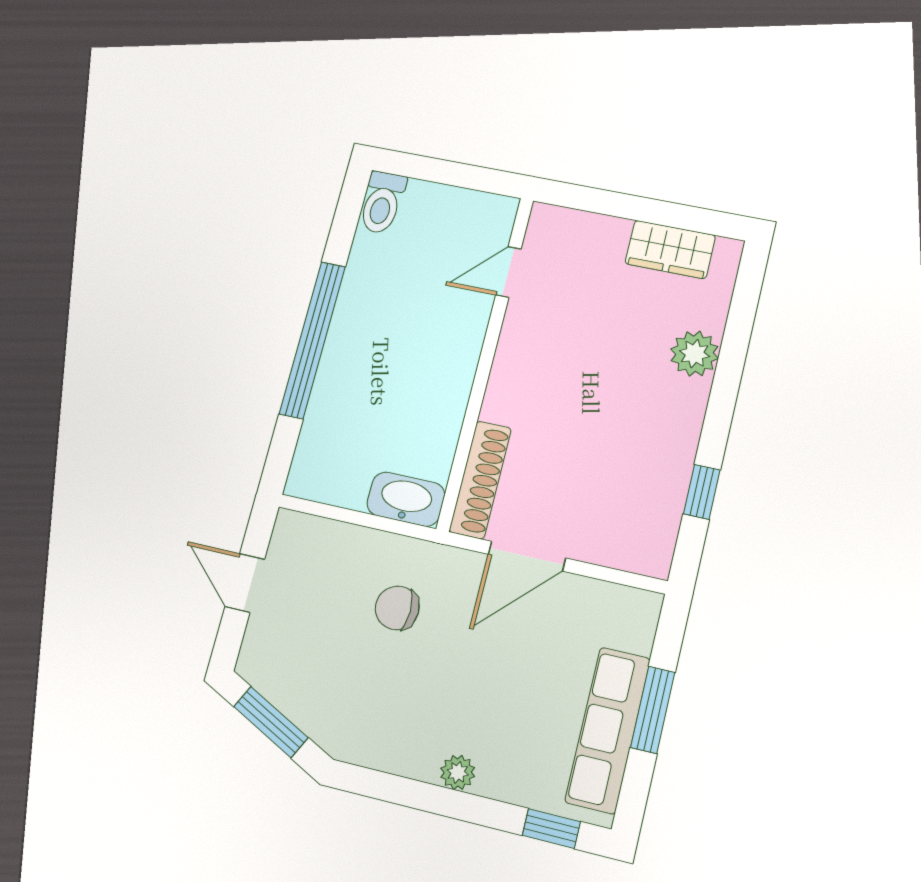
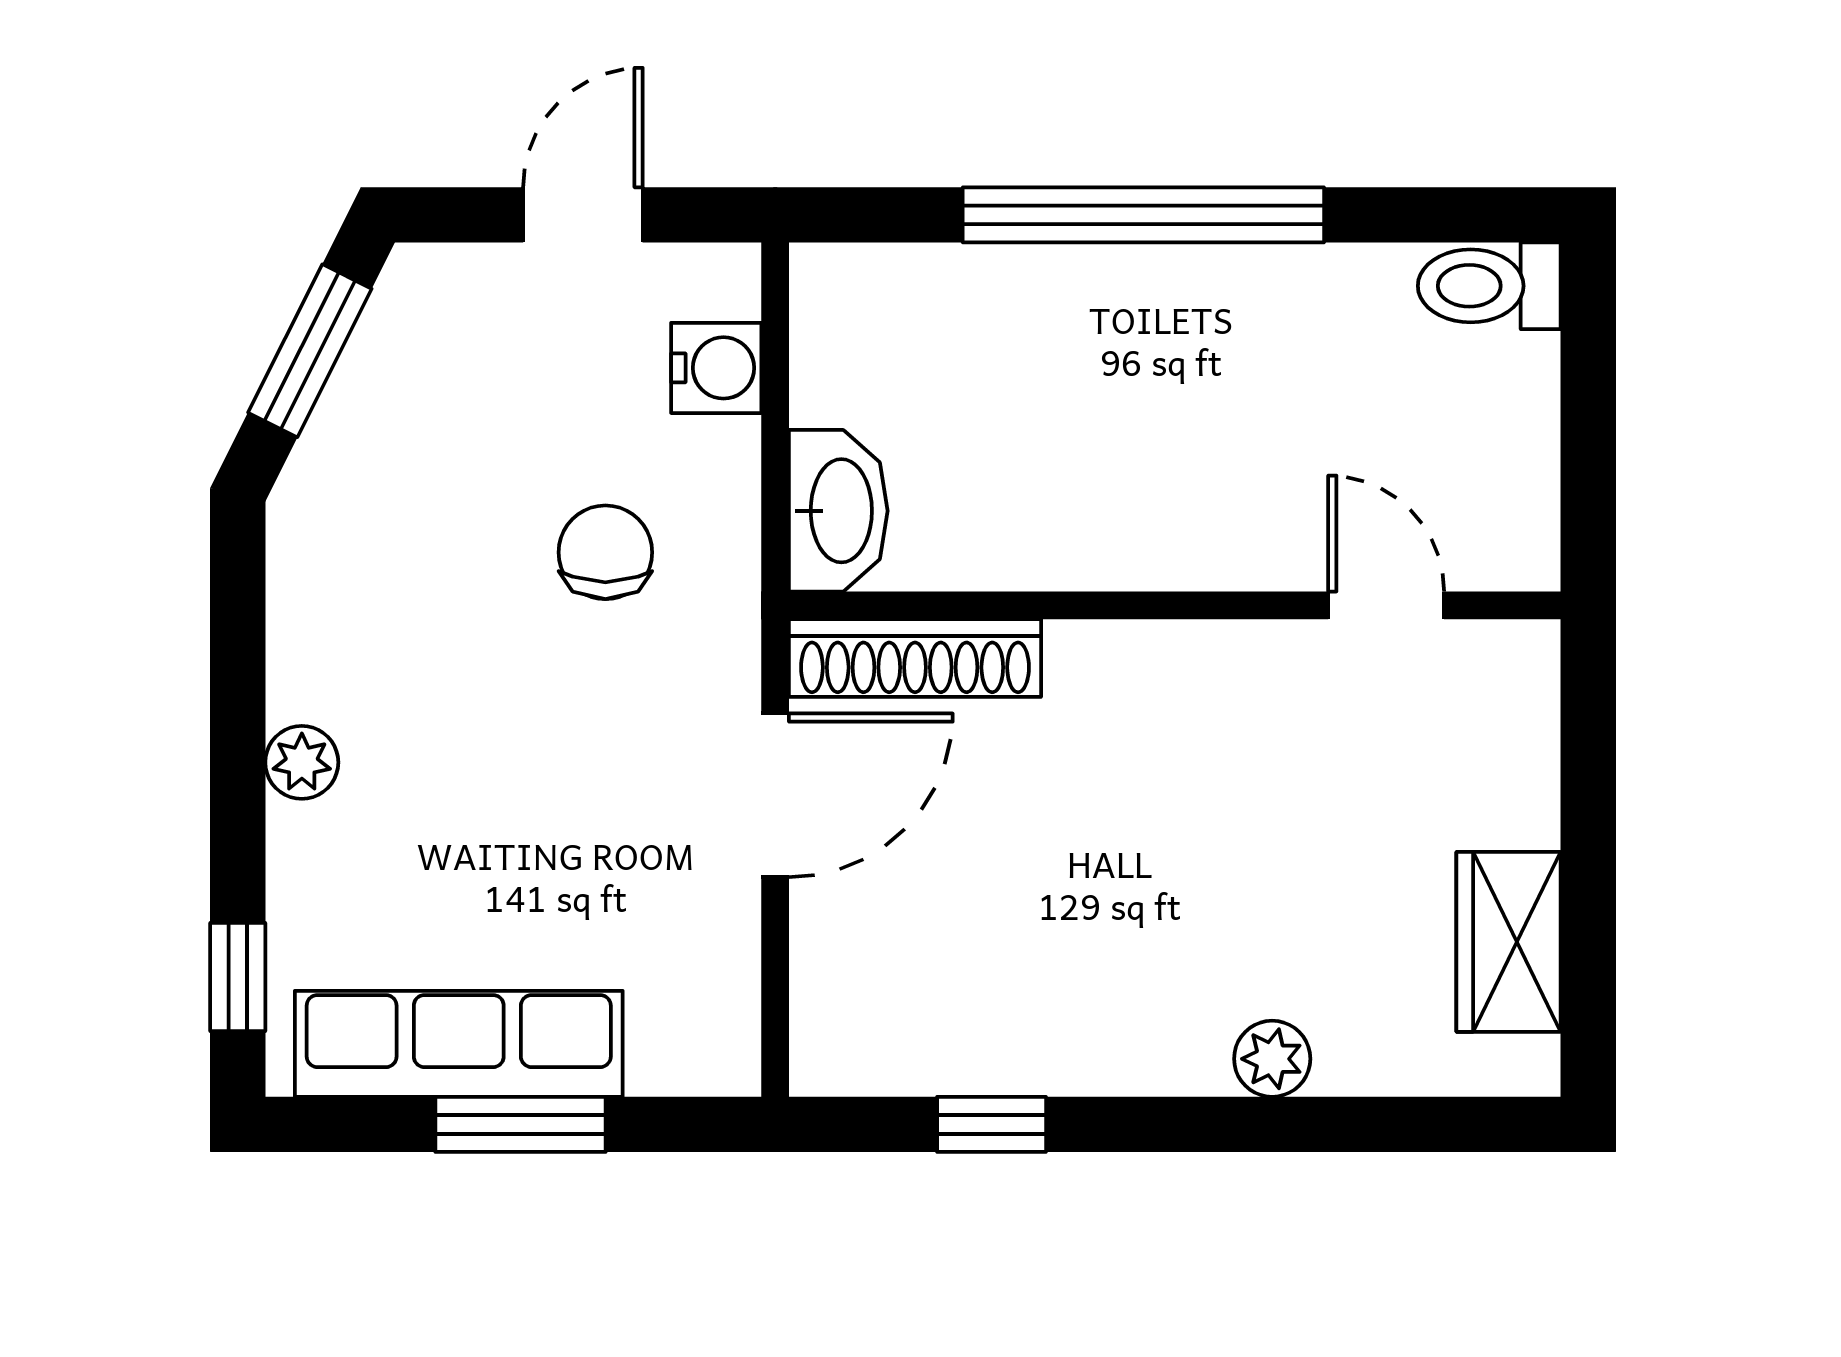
plant: (695, 354) -> (1272, 1059), width x0.73, depth x0.73
water cooler: (328, 539) -> (716, 368), added
door: (527, 556) -> (775, 795), swing flipped

